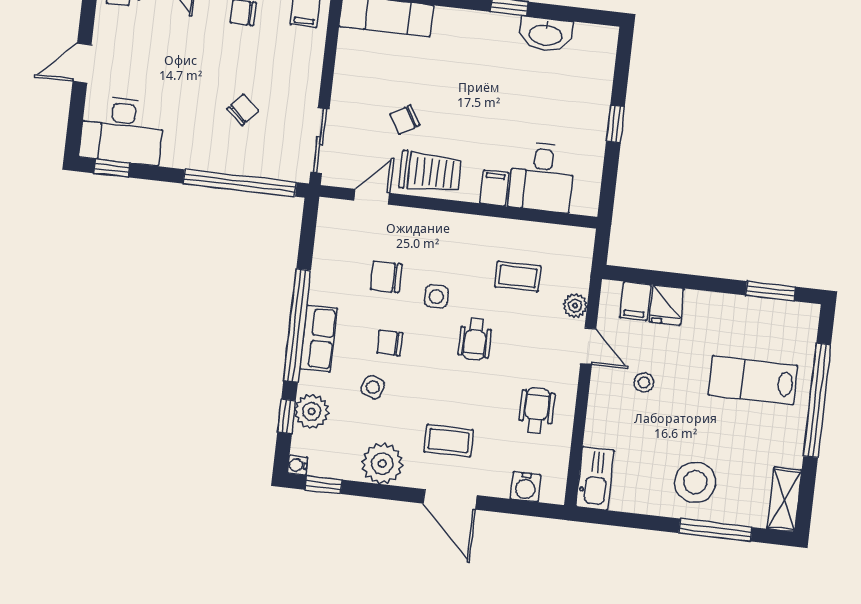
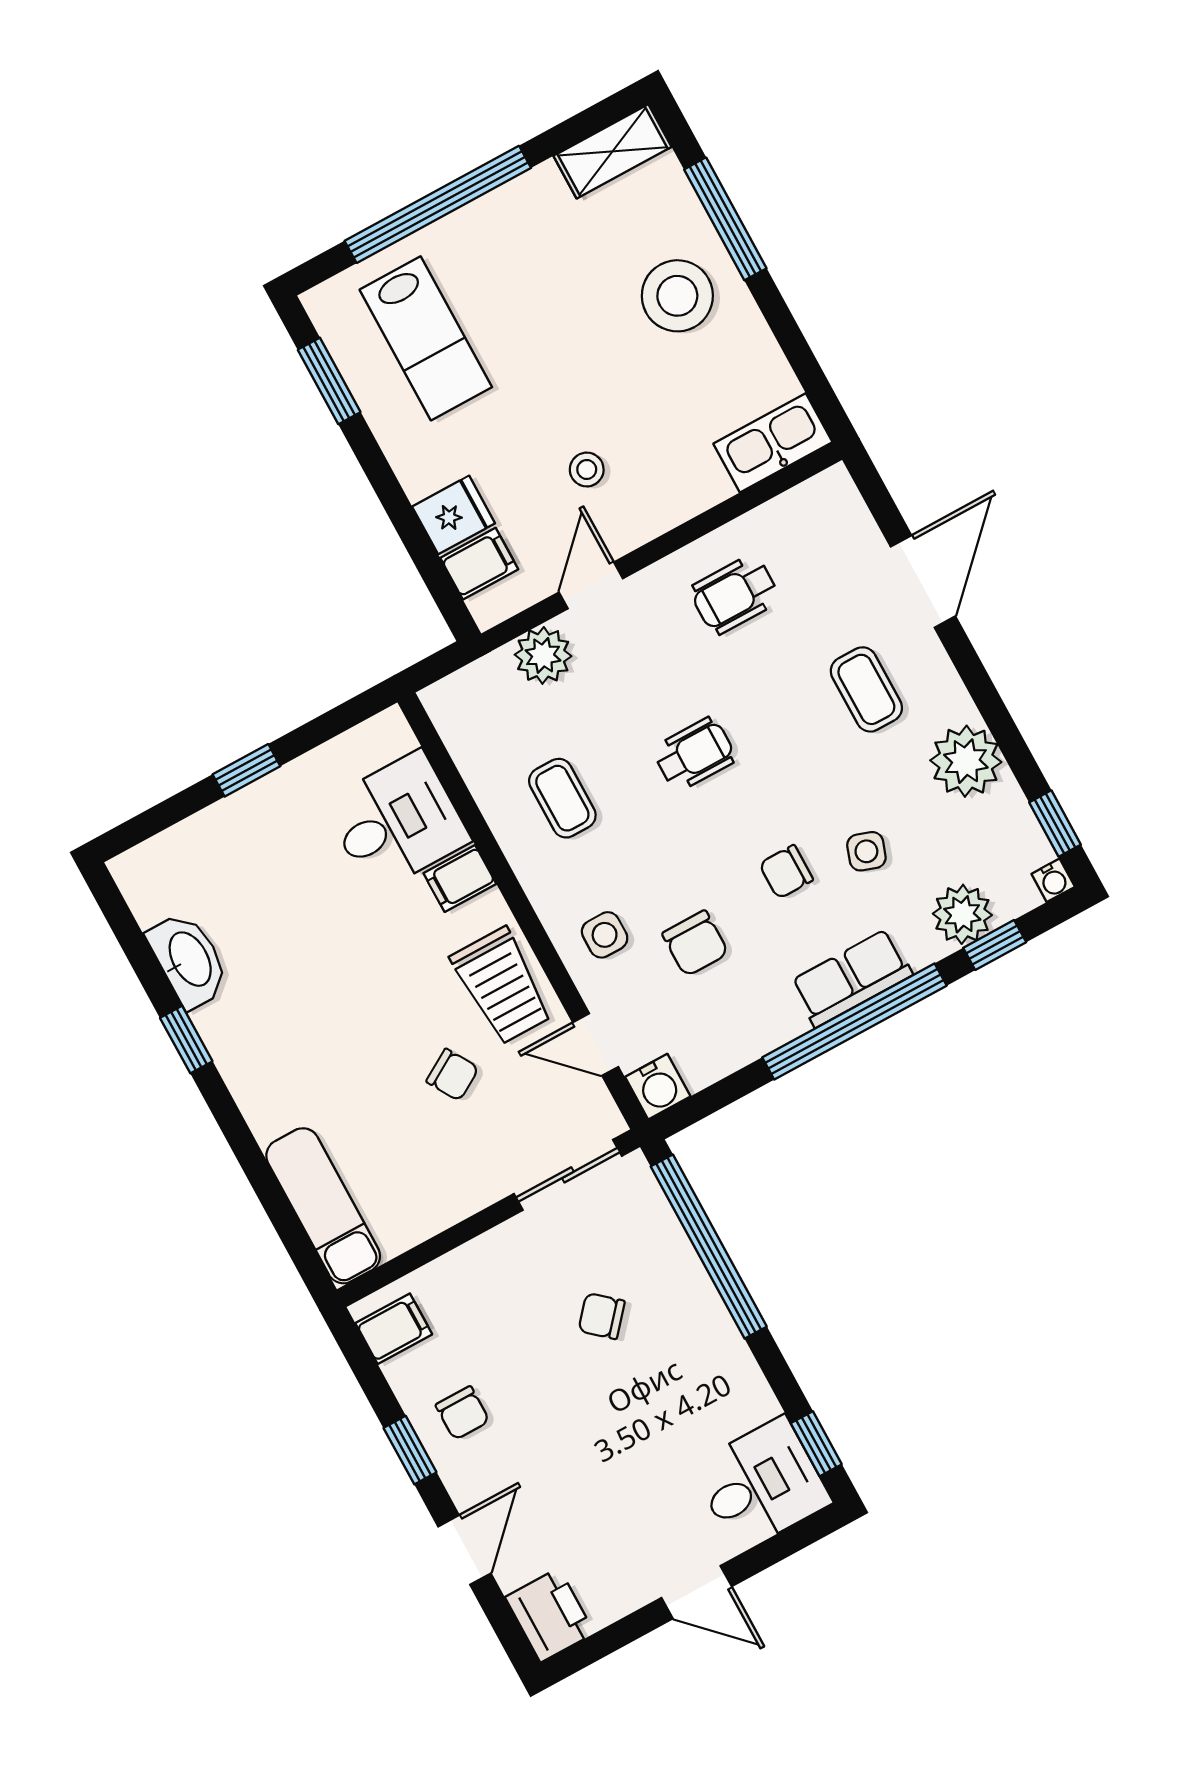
desk: (122, 130) -> (761, 1484), width x0.73
trolley: (430, 172) -> (502, 986), turned 180
coffee table: (518, 276) -> (562, 798), moved
side table: (436, 296) -> (605, 935), moved
plant: (575, 306) -> (543, 655), width x1.38, depth x1.38
chair: (390, 343) -> (786, 872), turned 90
lab bench: (753, 380) -> (426, 338), moved
water cooler: (526, 487) -> (658, 1087), moved, turned 90
door: (450, 499) -> (923, 581), moved

